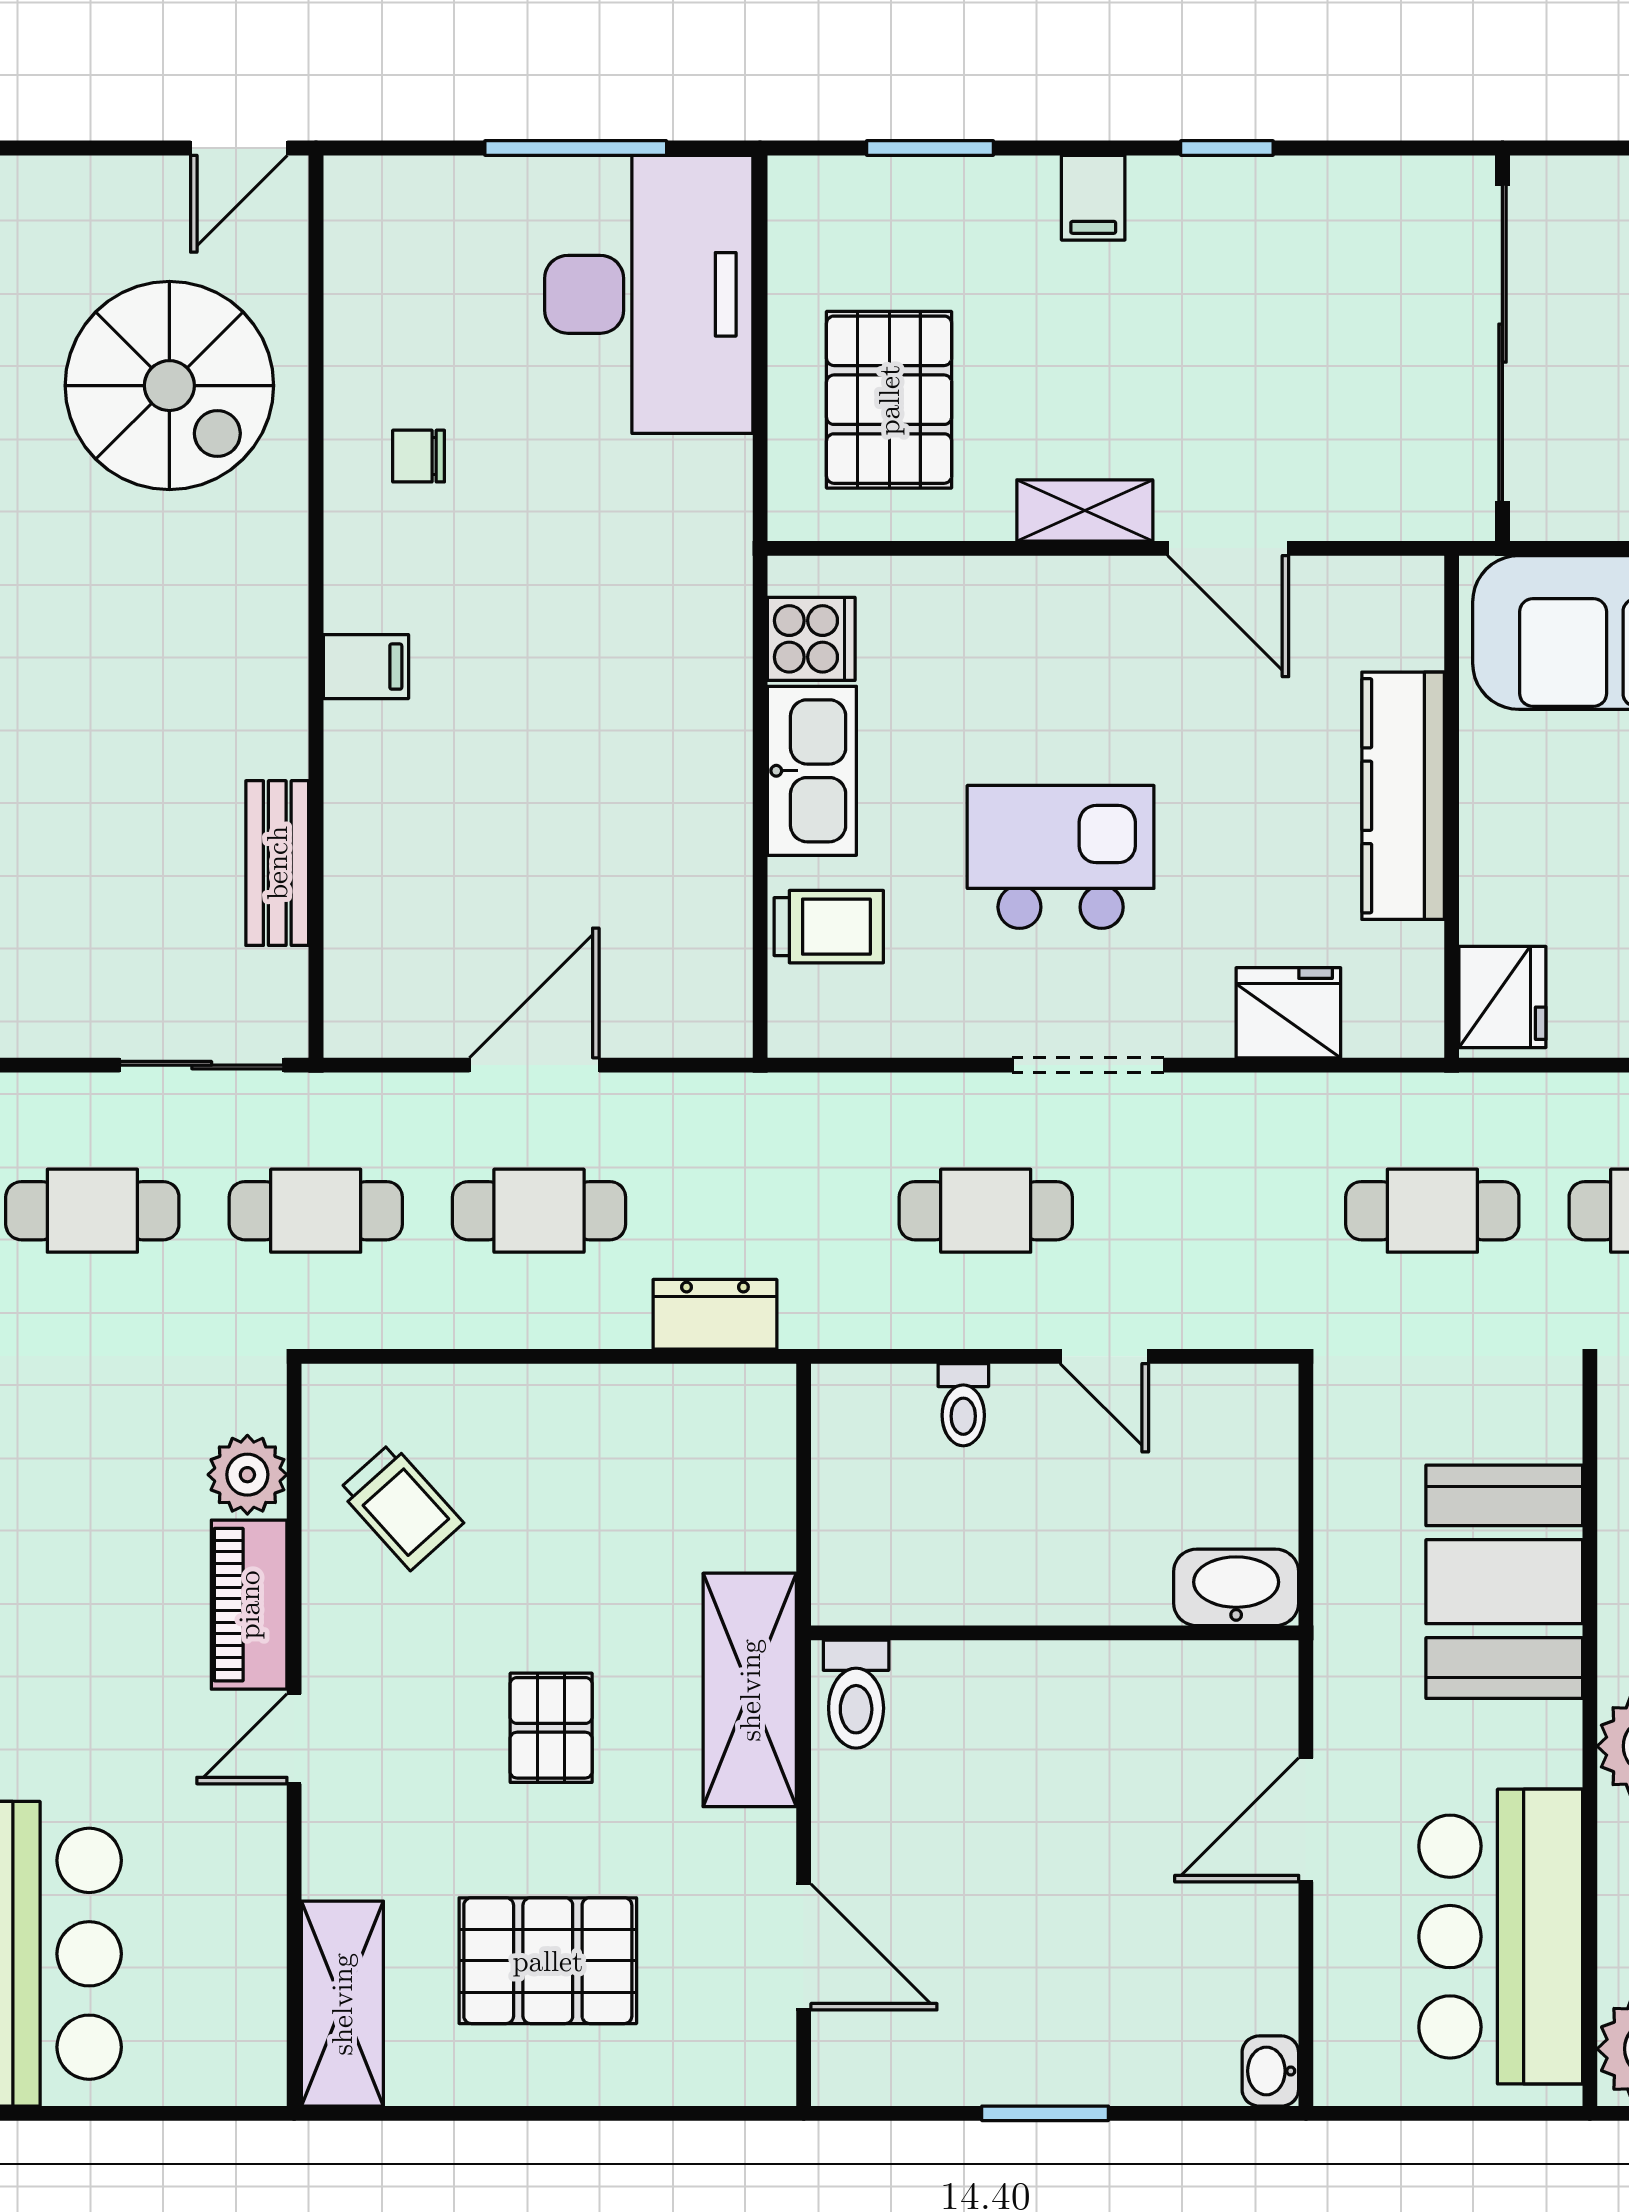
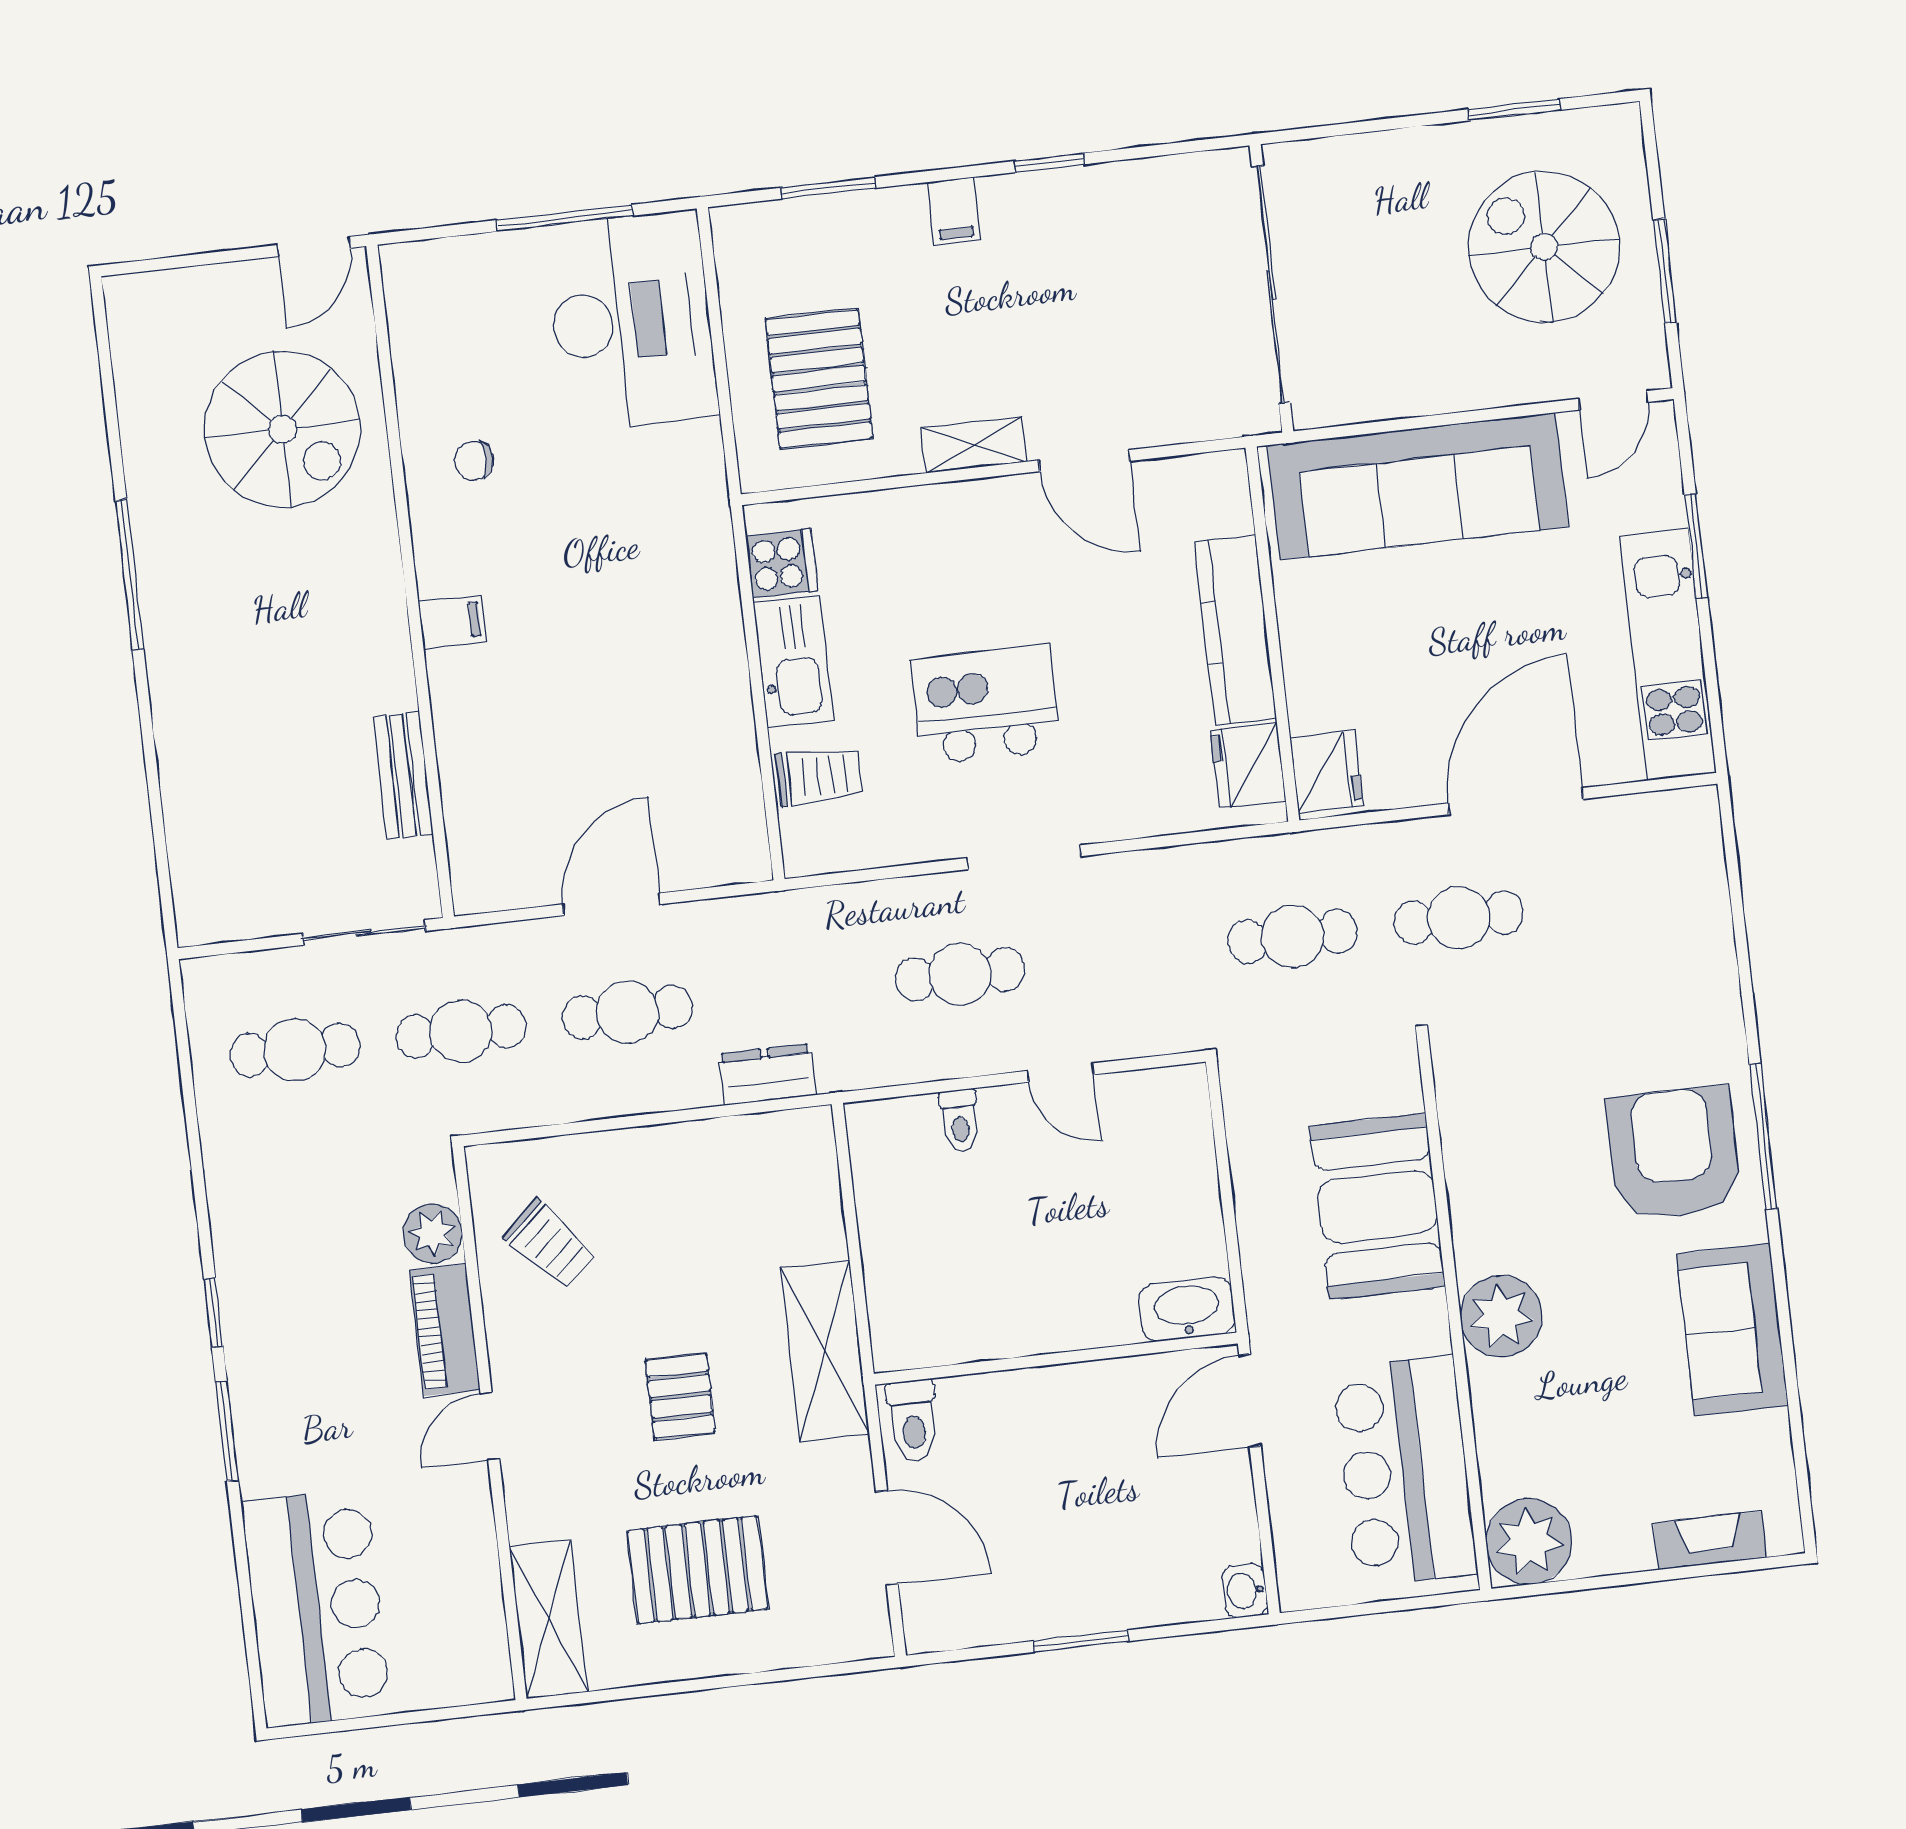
fridge: (1288, 1013) -> (1248, 766), moved, turned -90
washbasin: (1236, 1587) -> (1187, 1309), moved
wall: (1055, 1633) -> (1056, 1359), moved
toilet: (856, 1694) -> (913, 1421), moved

